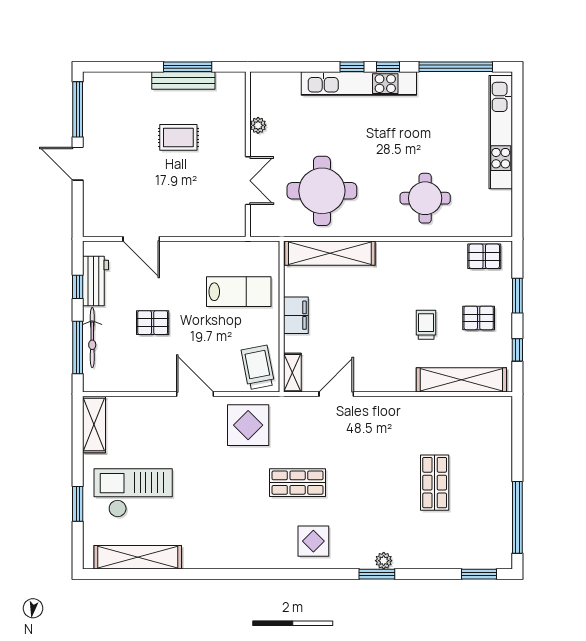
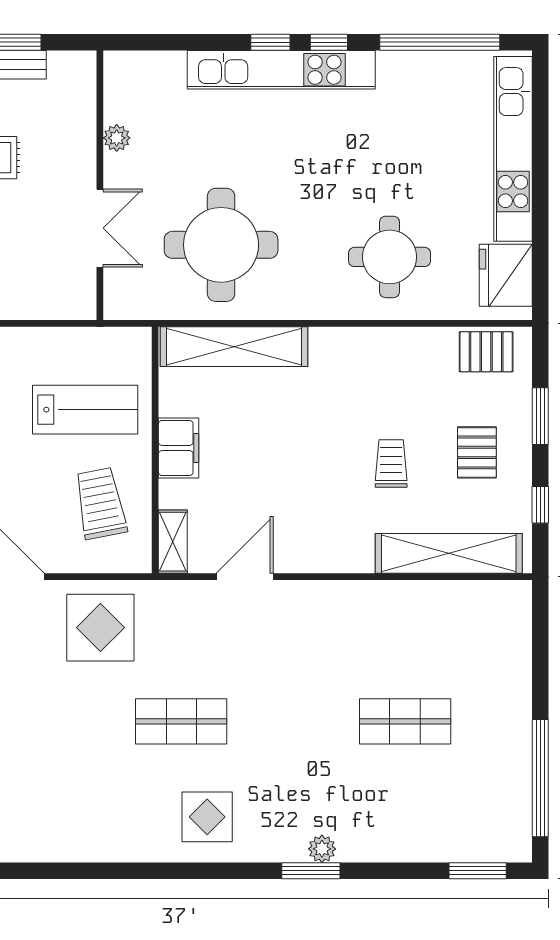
fridge: (496, 209) -> (506, 275), added
pallet: (479, 318) -> (477, 452), turned 90
trolley: (258, 367) -> (101, 503), moved
shop shelf: (435, 483) -> (405, 721), turned 90

